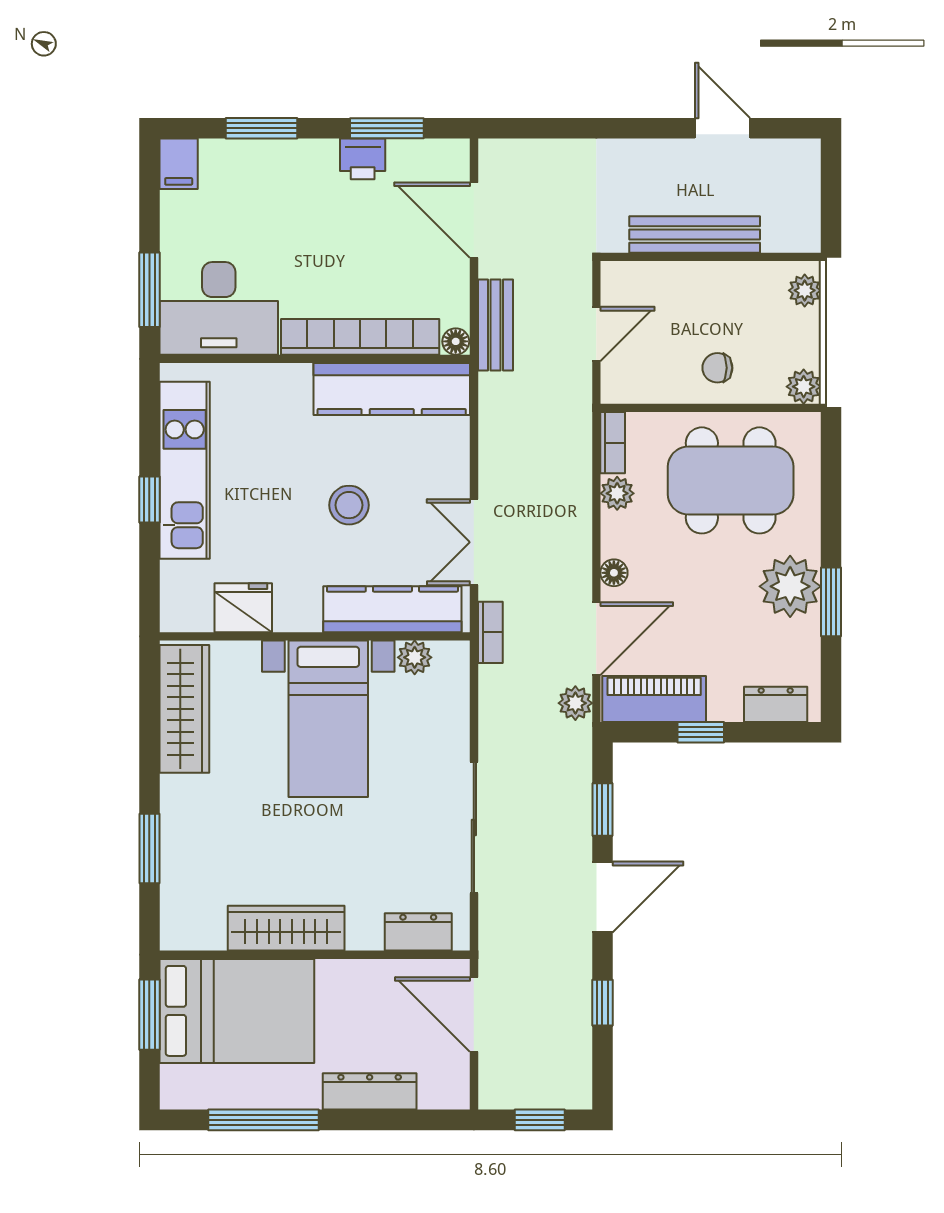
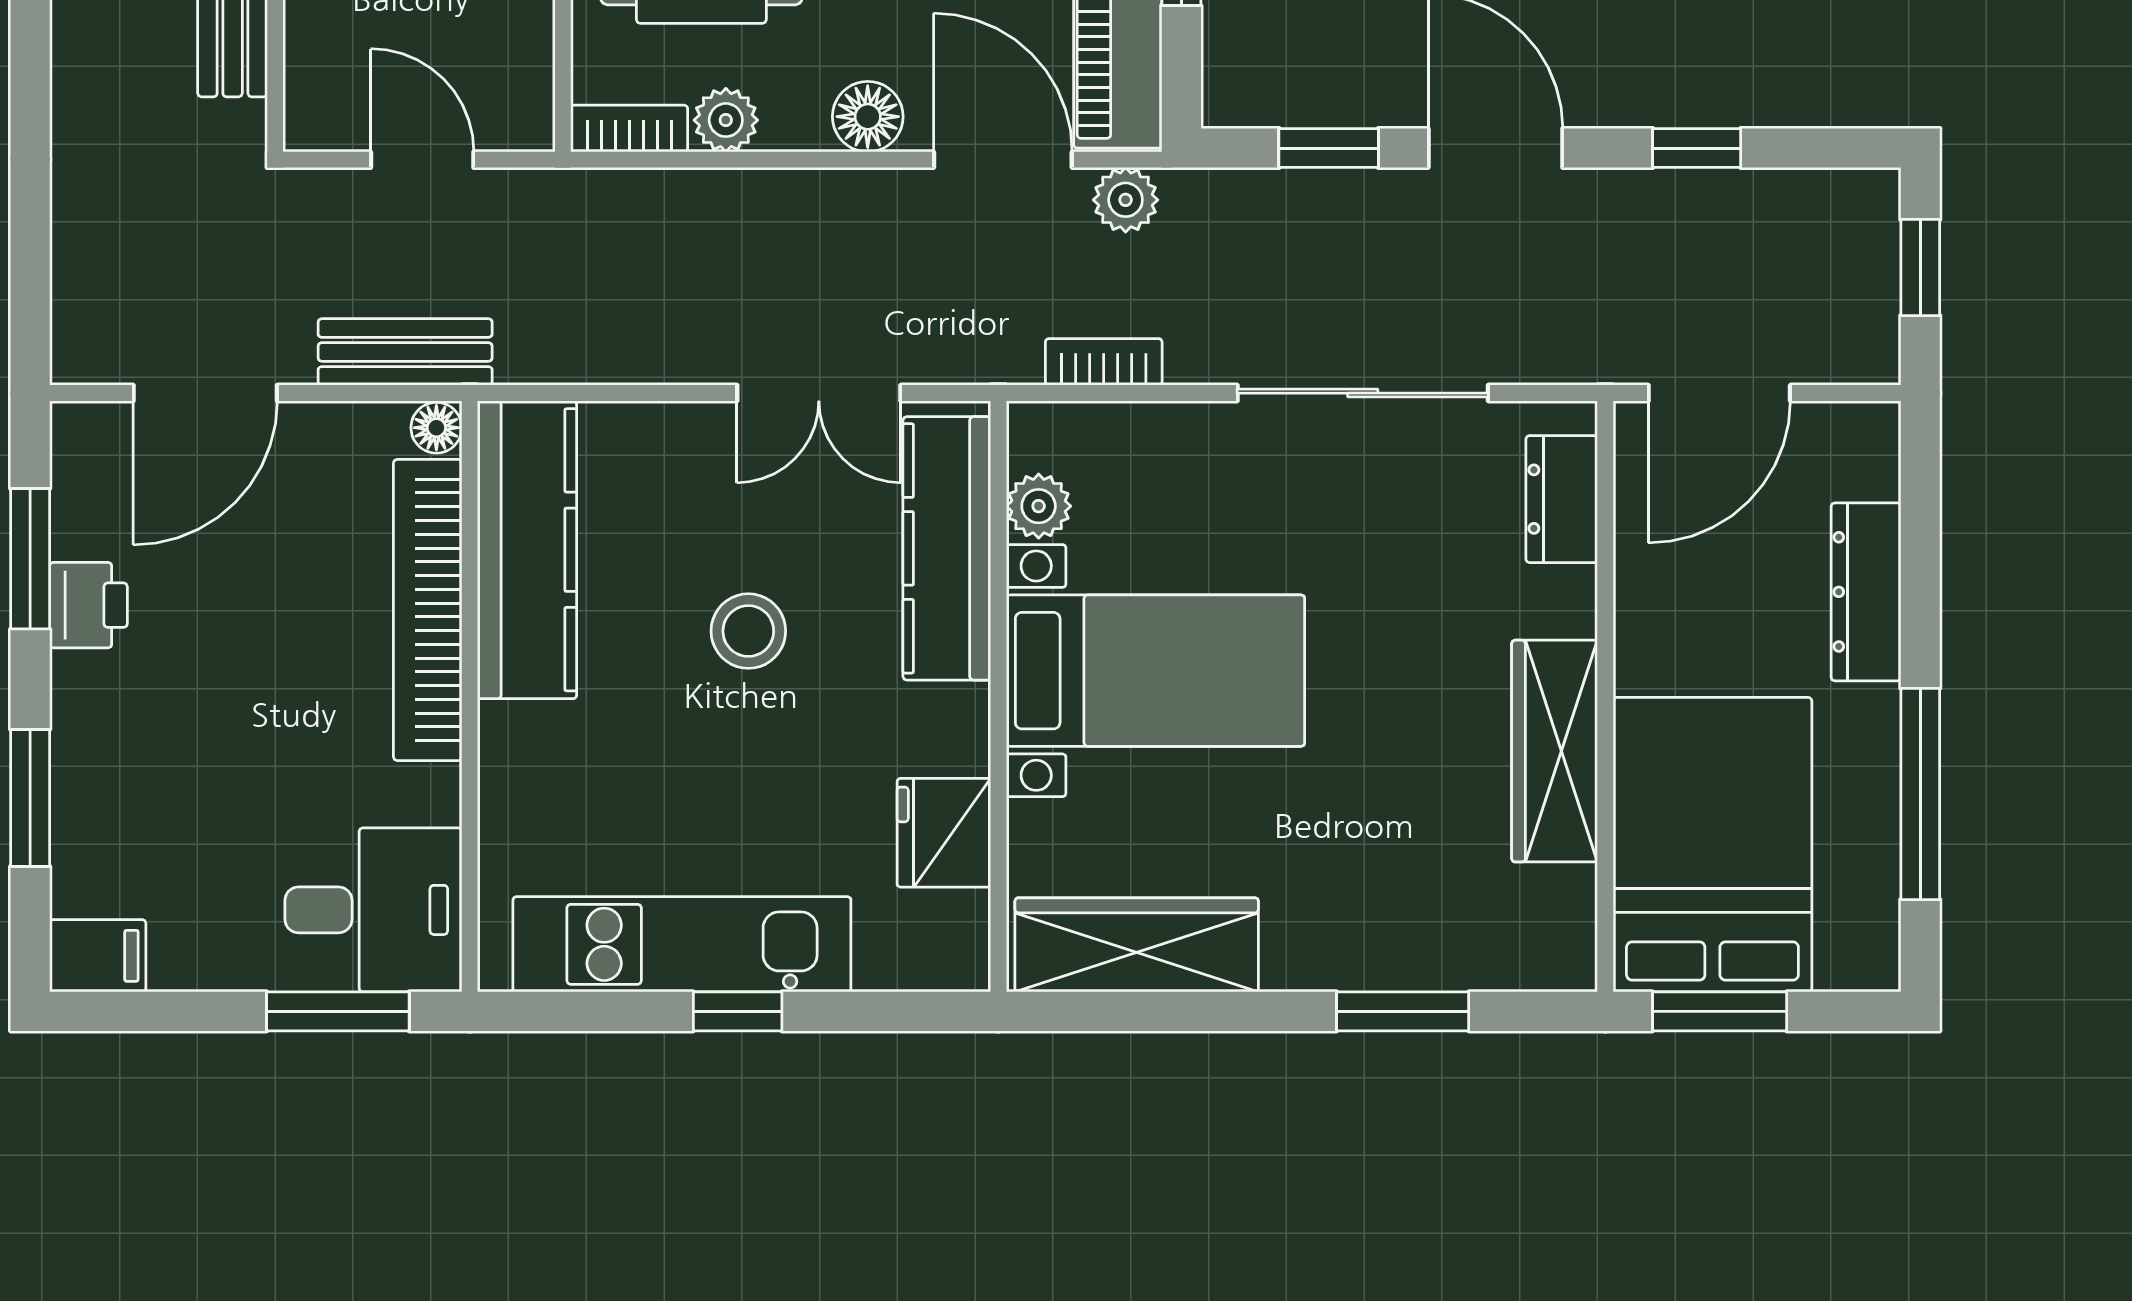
desk: (219, 308) -> (373, 910), width x0.73
floor lamp: (614, 573) -> (868, 117), width x1.37, depth x1.37
bookcase: (490, 632) -> (1104, 362), moved

